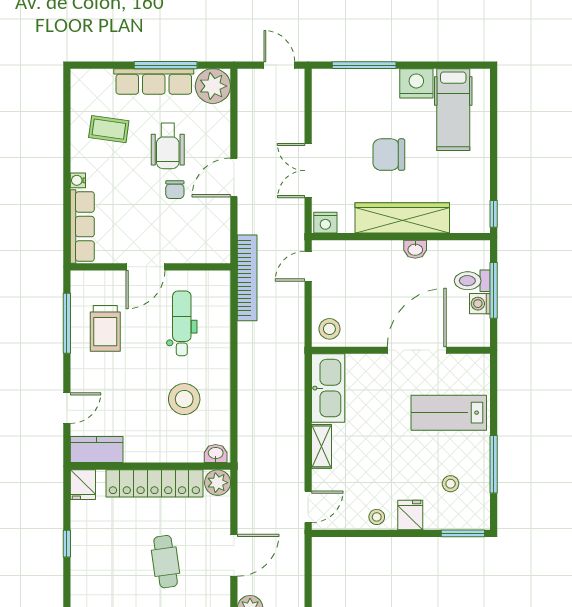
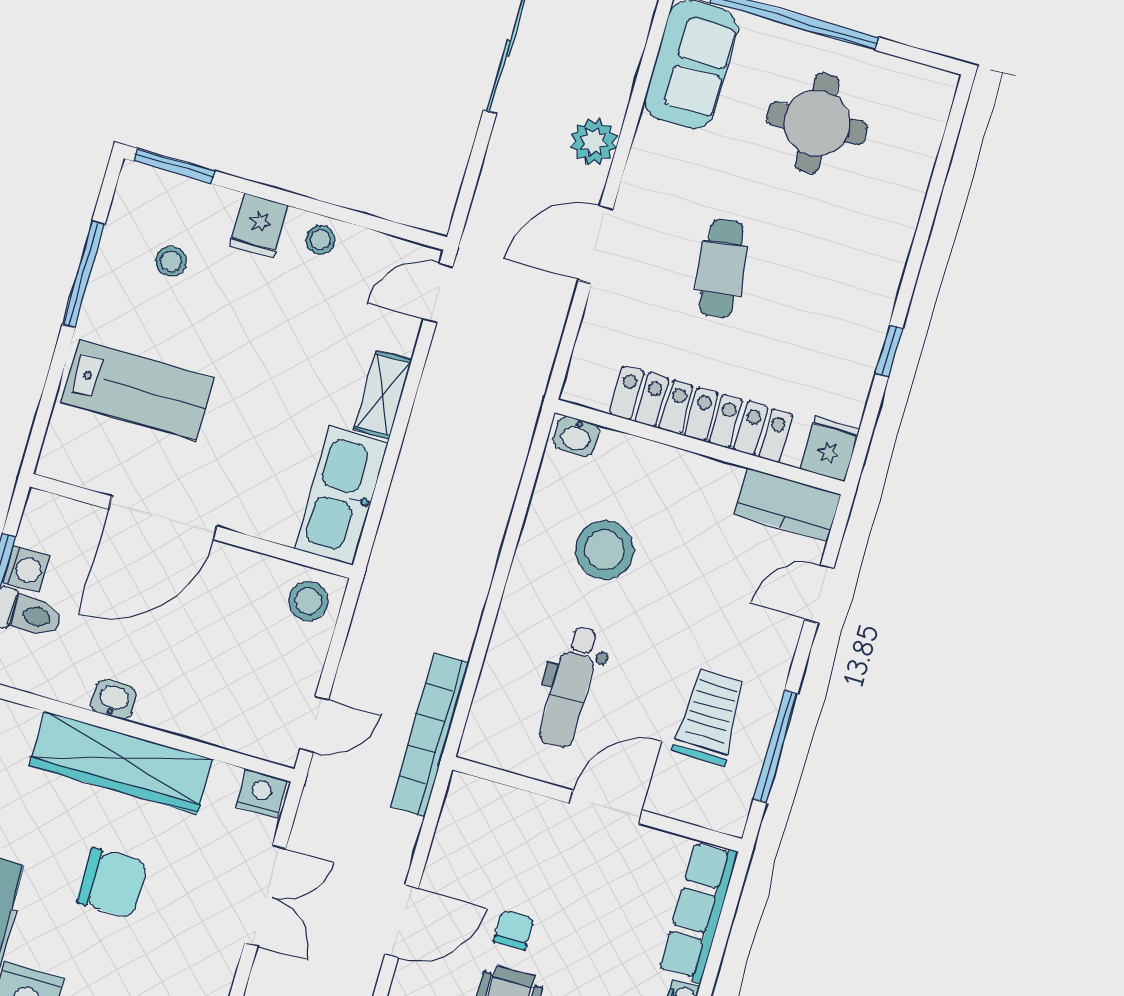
plant: (218, 483) -> (588, 383), removed

